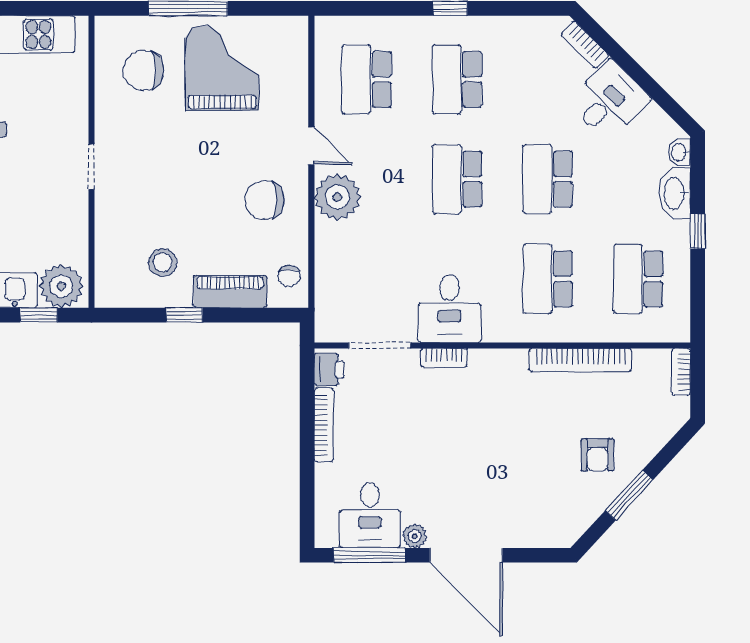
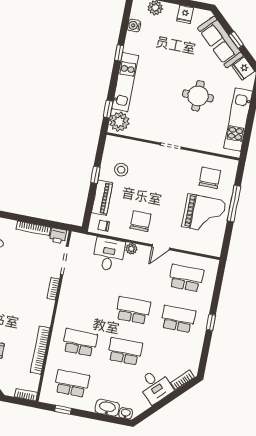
plant: (337, 197) -> (131, 249), width x0.53, depth x0.53
window: (698, 231) -> (63, 410), moved
desk: (449, 309) -> (109, 254), moved, turned 90

